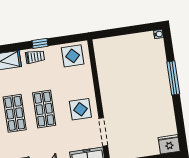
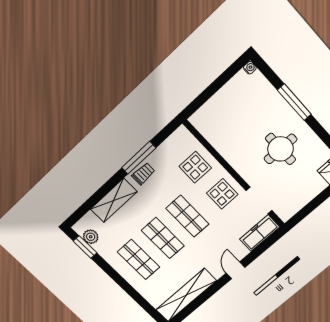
window: (40, 43) -> (139, 158), width x2.17
display table: (73, 56) -> (195, 167), moved
round table: (143, 104) -> (281, 149), added

